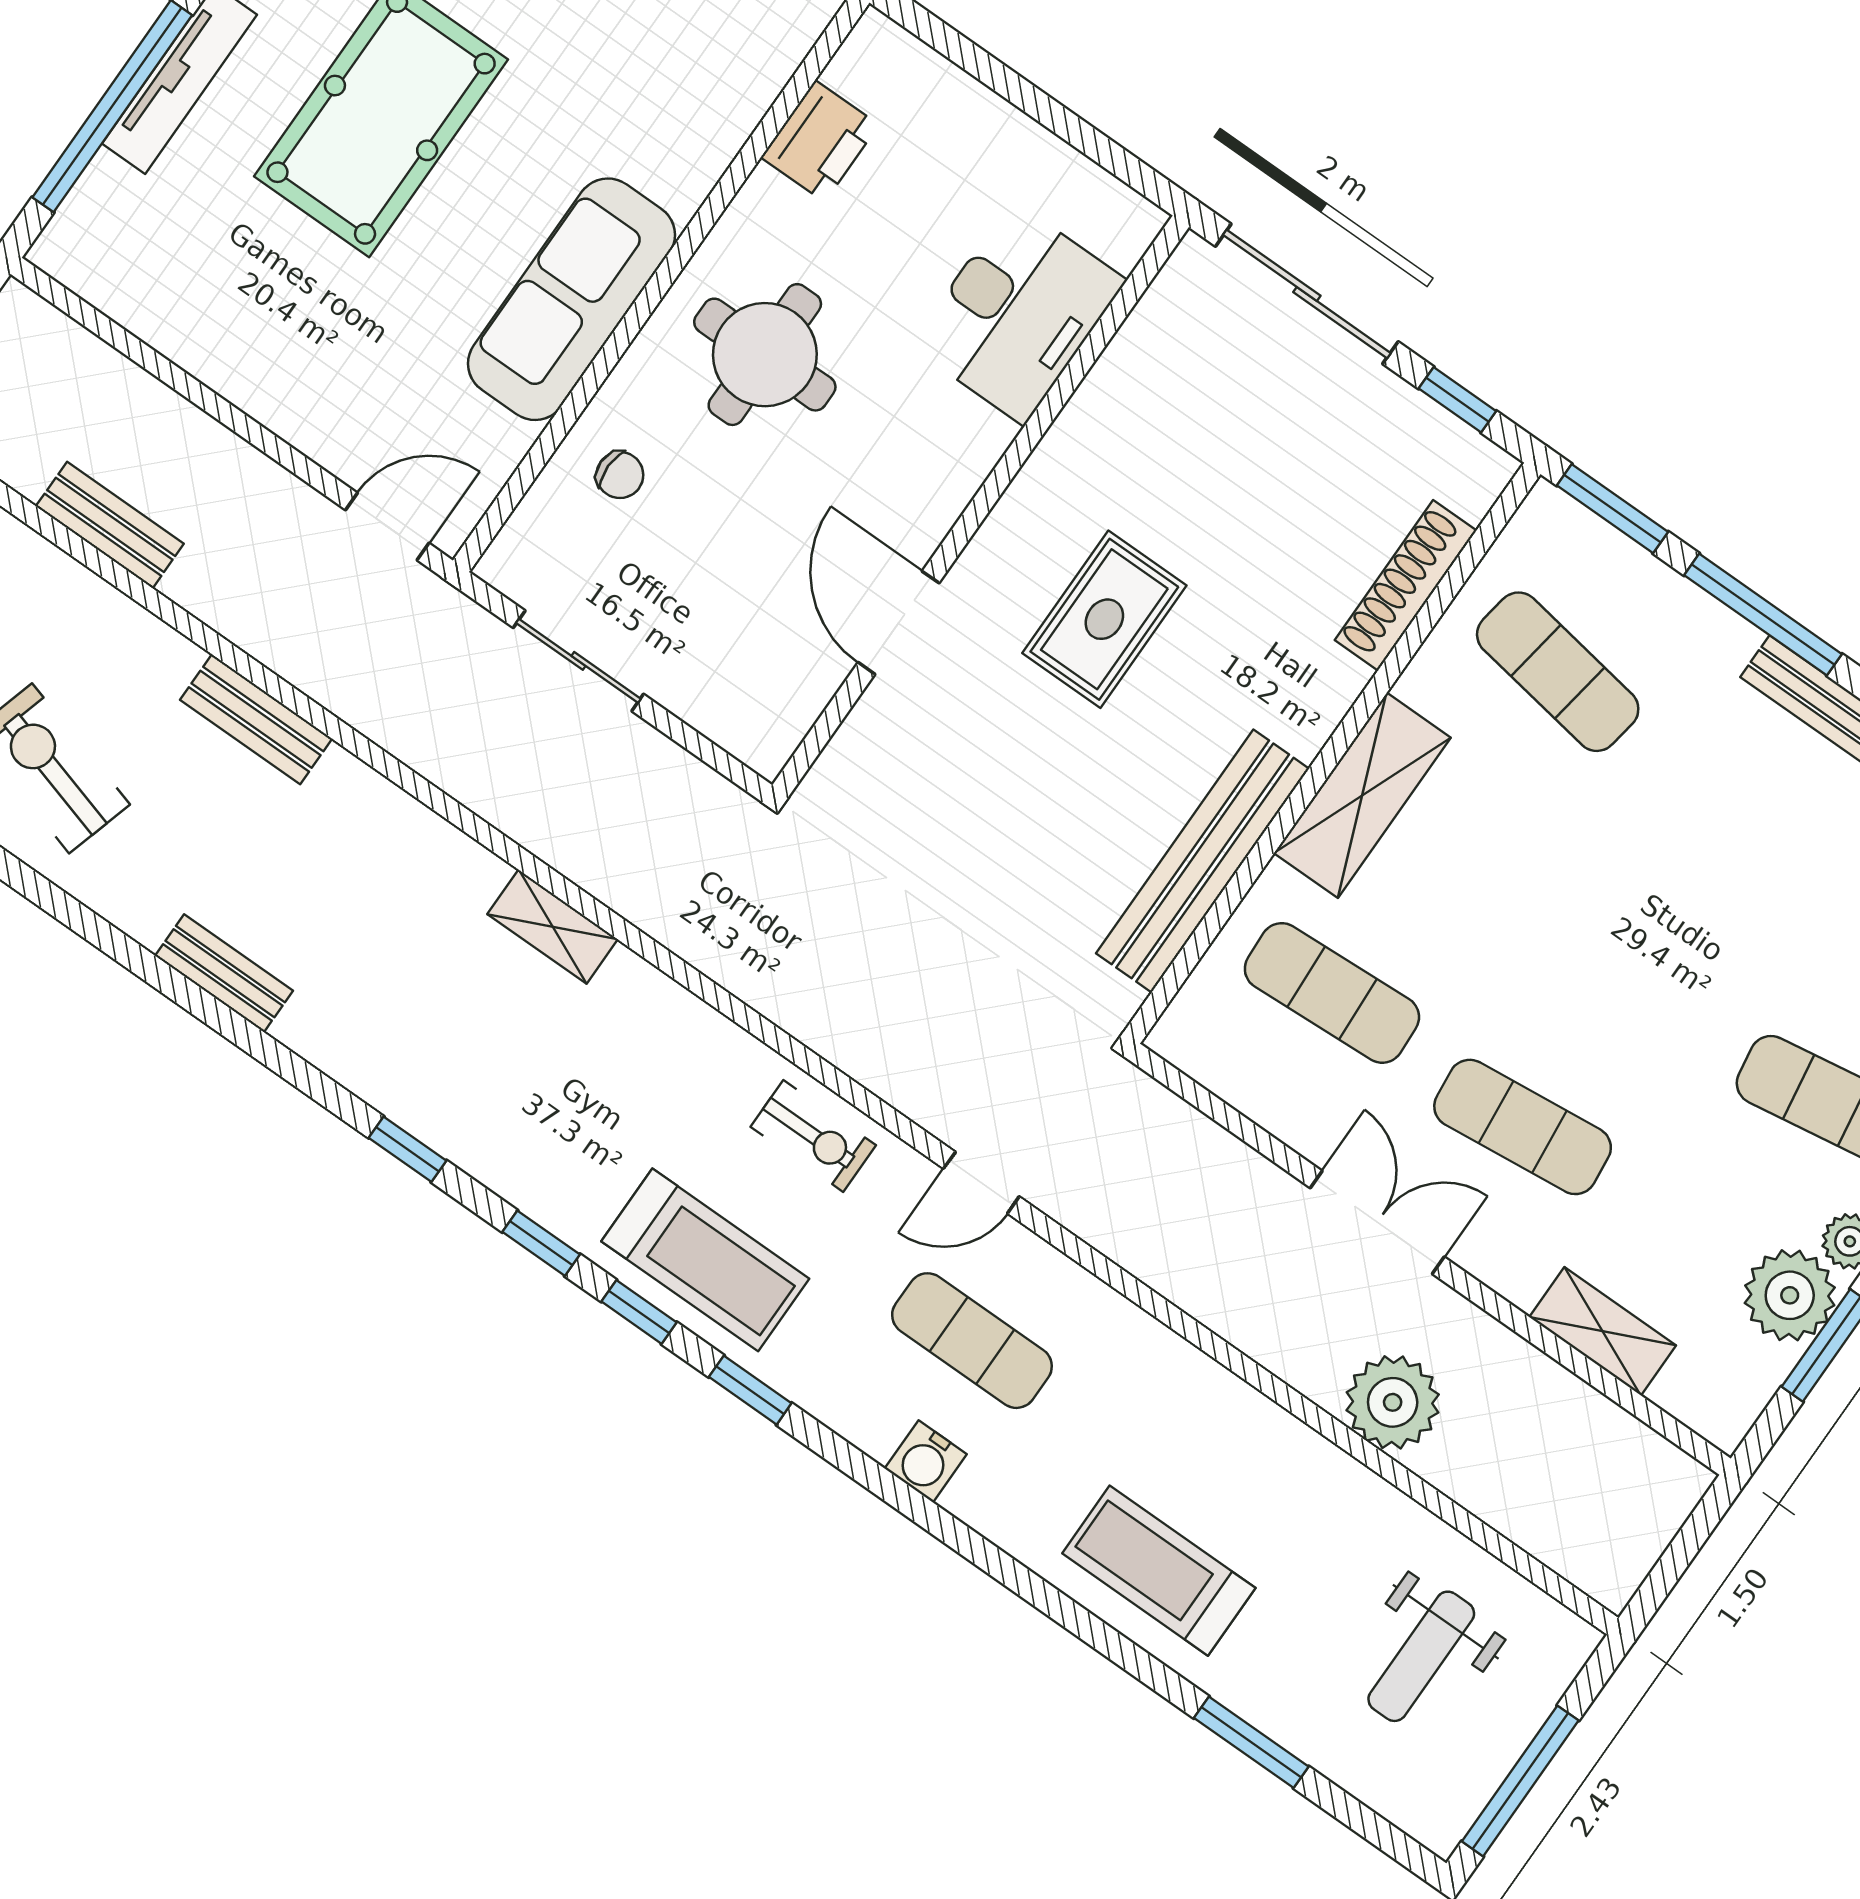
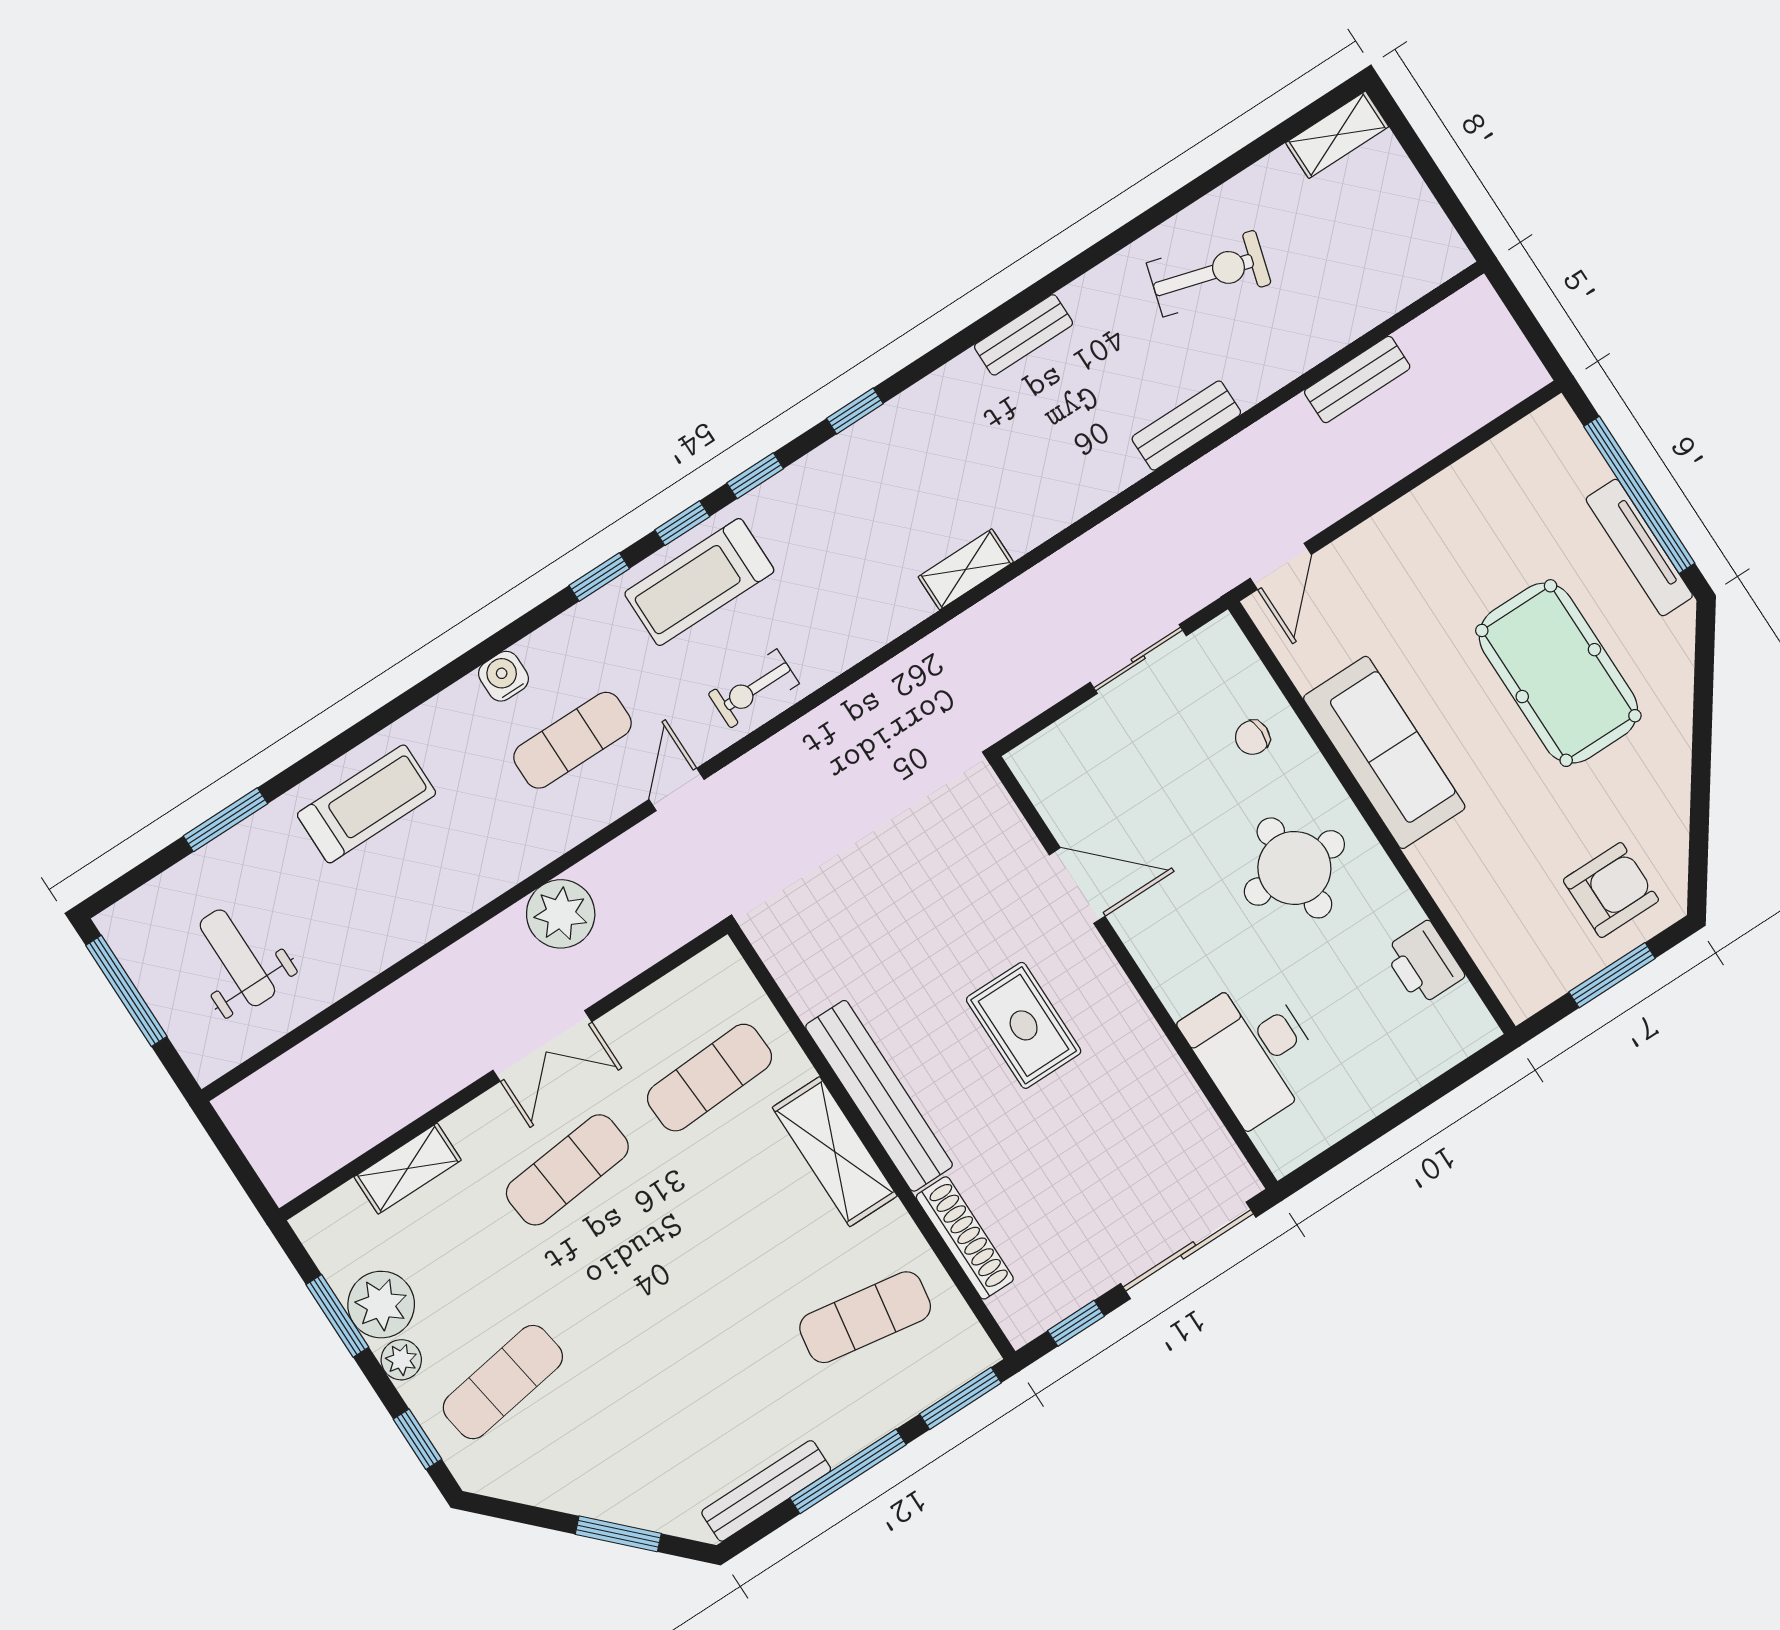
bench: (1203, 861) -> (879, 1096), moved
plant: (1393, 1402) -> (561, 914), moved

